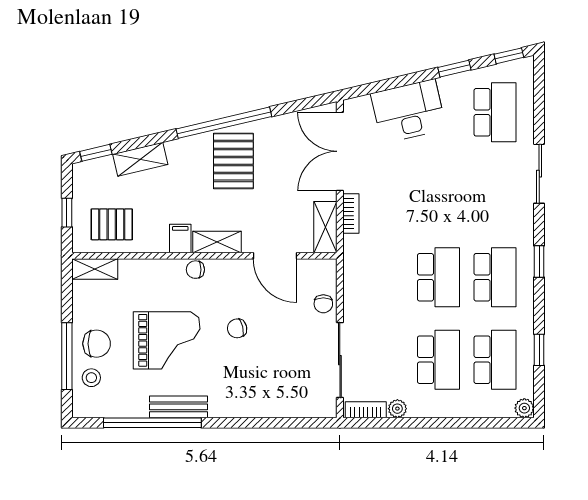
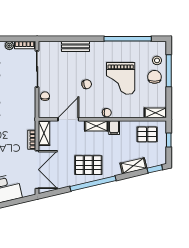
pallet: (233, 161) -> (88, 165), turned 90
door: (275, 256) -> (68, 119), hinge flipped
grand piano: (167, 340) -> (121, 78), turned -90
chair: (97, 344) -> (155, 77), turned 90
bench: (179, 407) -> (75, 46), moved

